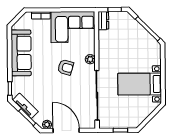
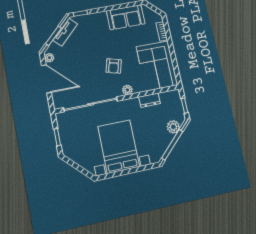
dresser: (103, 21) -> (149, 100), moved
plant: (132, 24) -> (173, 127), added
sofa: (21, 53) -> (126, 17), width x0.73
bed with nightstands: (140, 84) -> (119, 147), width x1.36
door: (66, 131) -> (46, 79), hinge flipped

